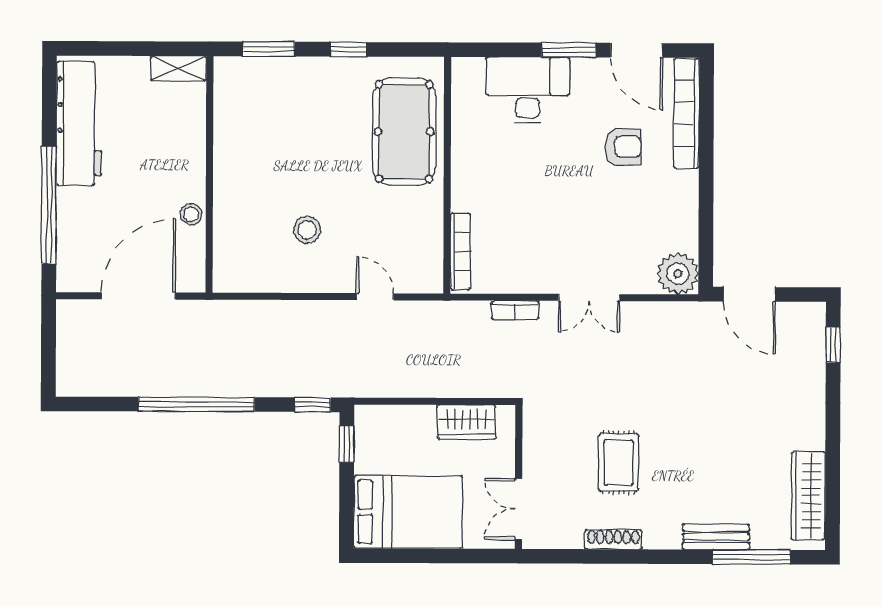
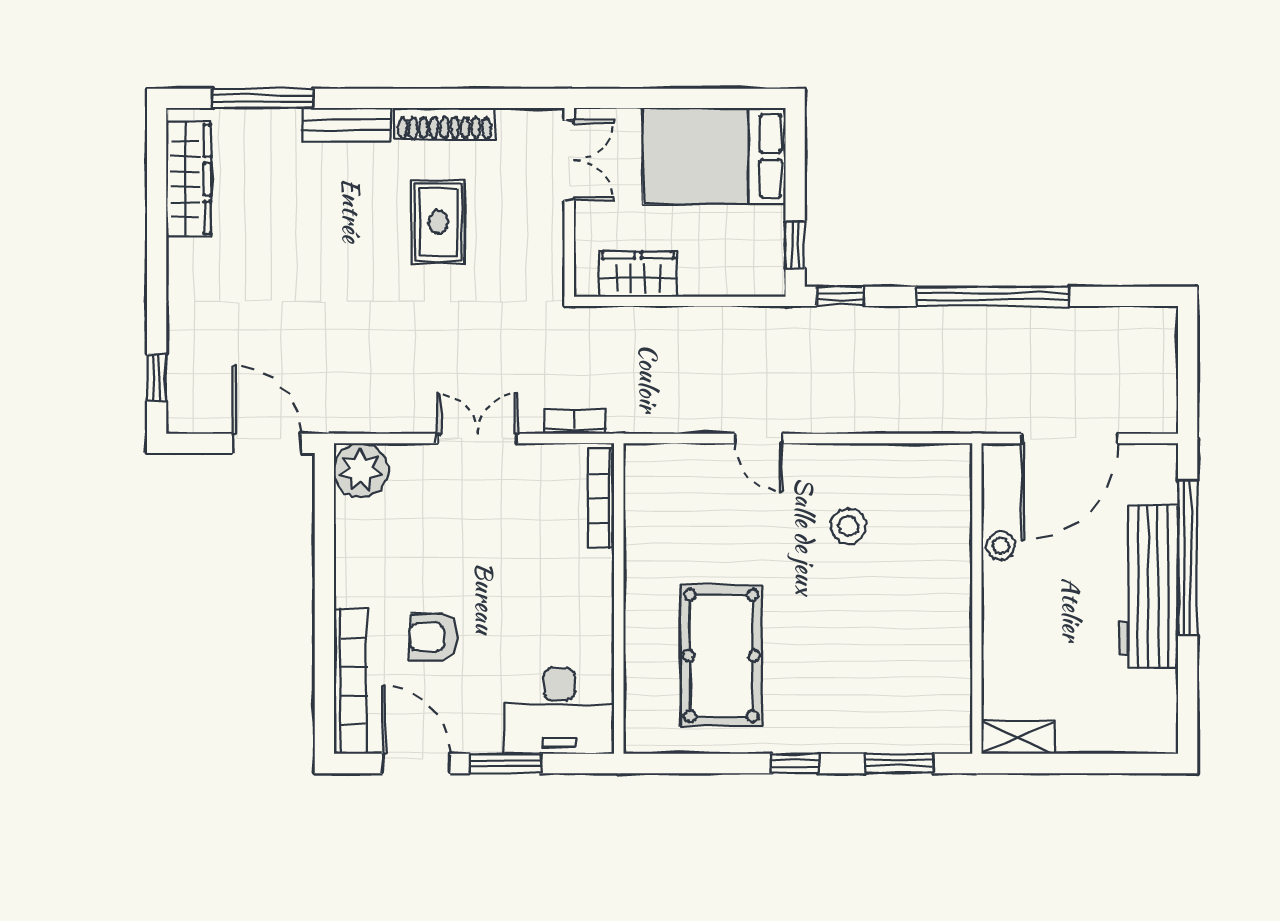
workbench: (79, 123) -> (1148, 587), moved
wall: (447, 175) -> (619, 599), moved
bookcase: (460, 251) -> (601, 498), moved
bench: (716, 537) -> (346, 125), moved
shoe rack: (613, 540) -> (444, 124), width x1.36, depth x1.24

